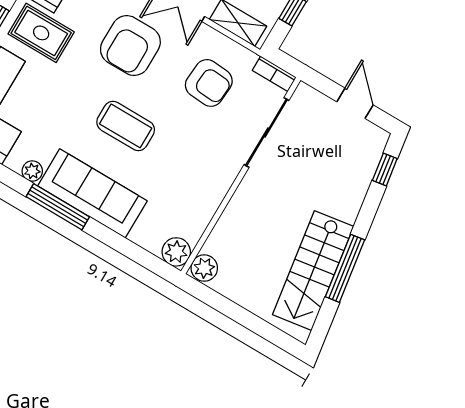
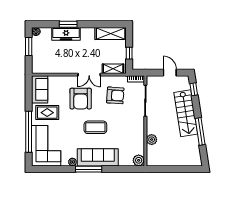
plant: (204, 268) -> (152, 140), moved
stairs: (313, 271) -> (186, 113), moved

